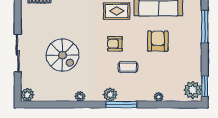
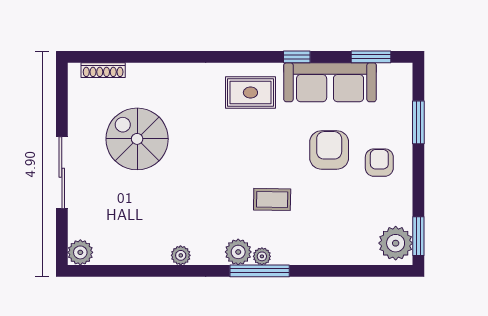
window: (205, 27) -> (418, 122), width x0.69
armchair: (115, 44) -> (379, 163), moved, turned 90
spiral stairs: (62, 55) -> (137, 139), moved, turned 180
plant: (159, 97) -> (262, 256), moved

